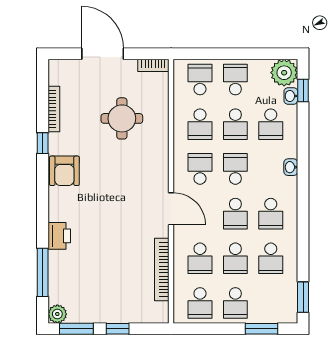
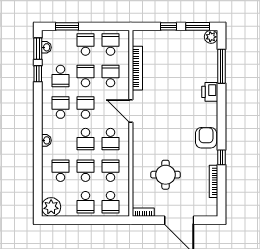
window: (303, 90) -> (38, 74), moved
washbasin: (291, 96) -> (46, 47), moved
school desk: (271, 258) -> (60, 76), turned 180

